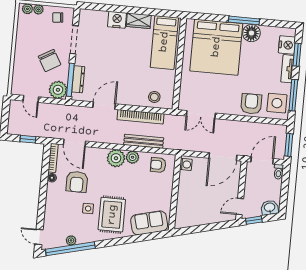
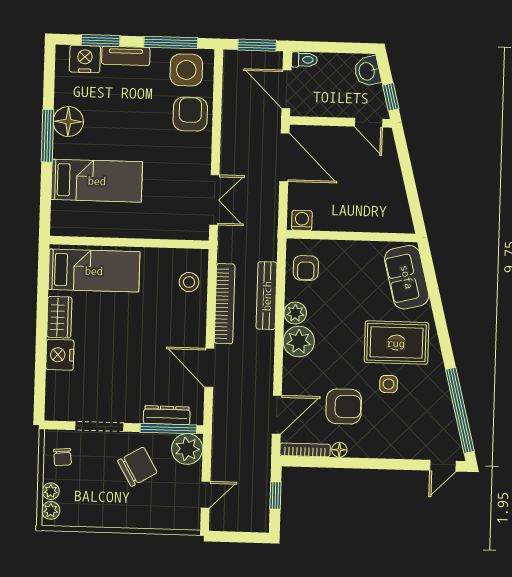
bed: (216, 47) -> (97, 181), width x0.49
armchair: (251, 104) -> (190, 114), turned 90
plant: (71, 240) -> (445, 410), removed

